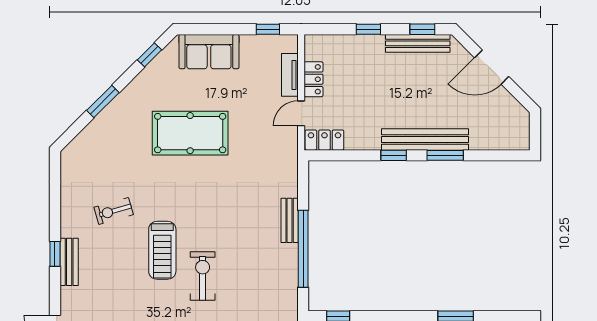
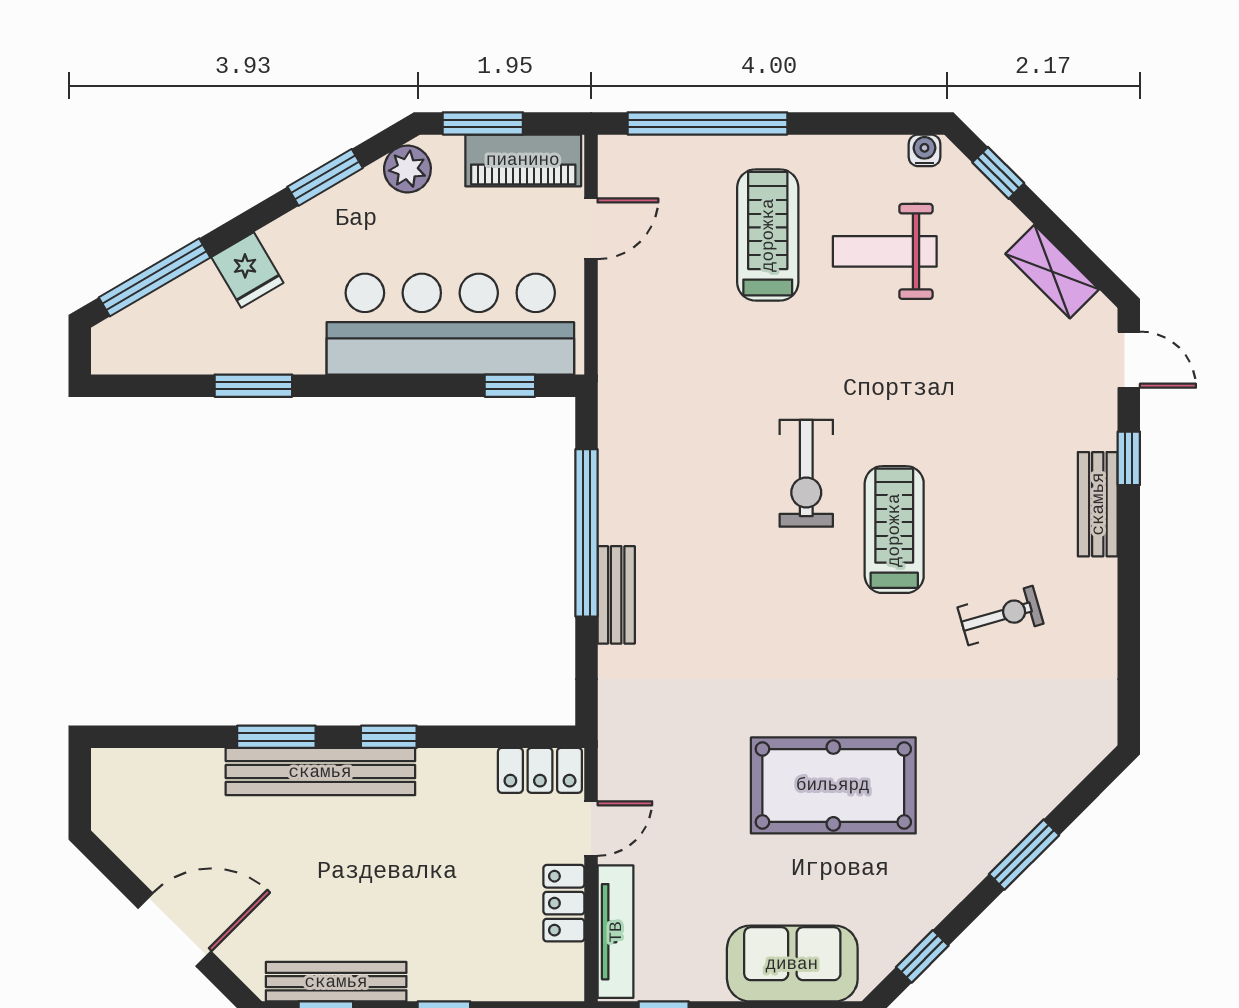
tv unit: (290, 75) -> (616, 932), width x1.41
window: (55, 254) -> (1129, 458), moved

